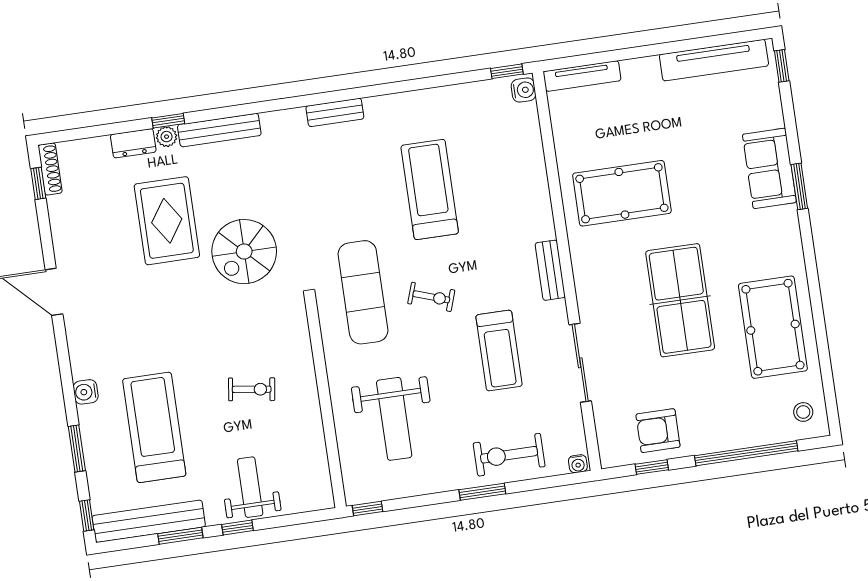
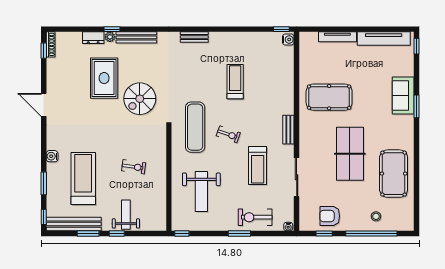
tv unit: (582, 76) -> (337, 37), moved
treadmill: (430, 189) -> (235, 82), width x0.73, depth x0.73
stool: (803, 412) -> (376, 216), moved

